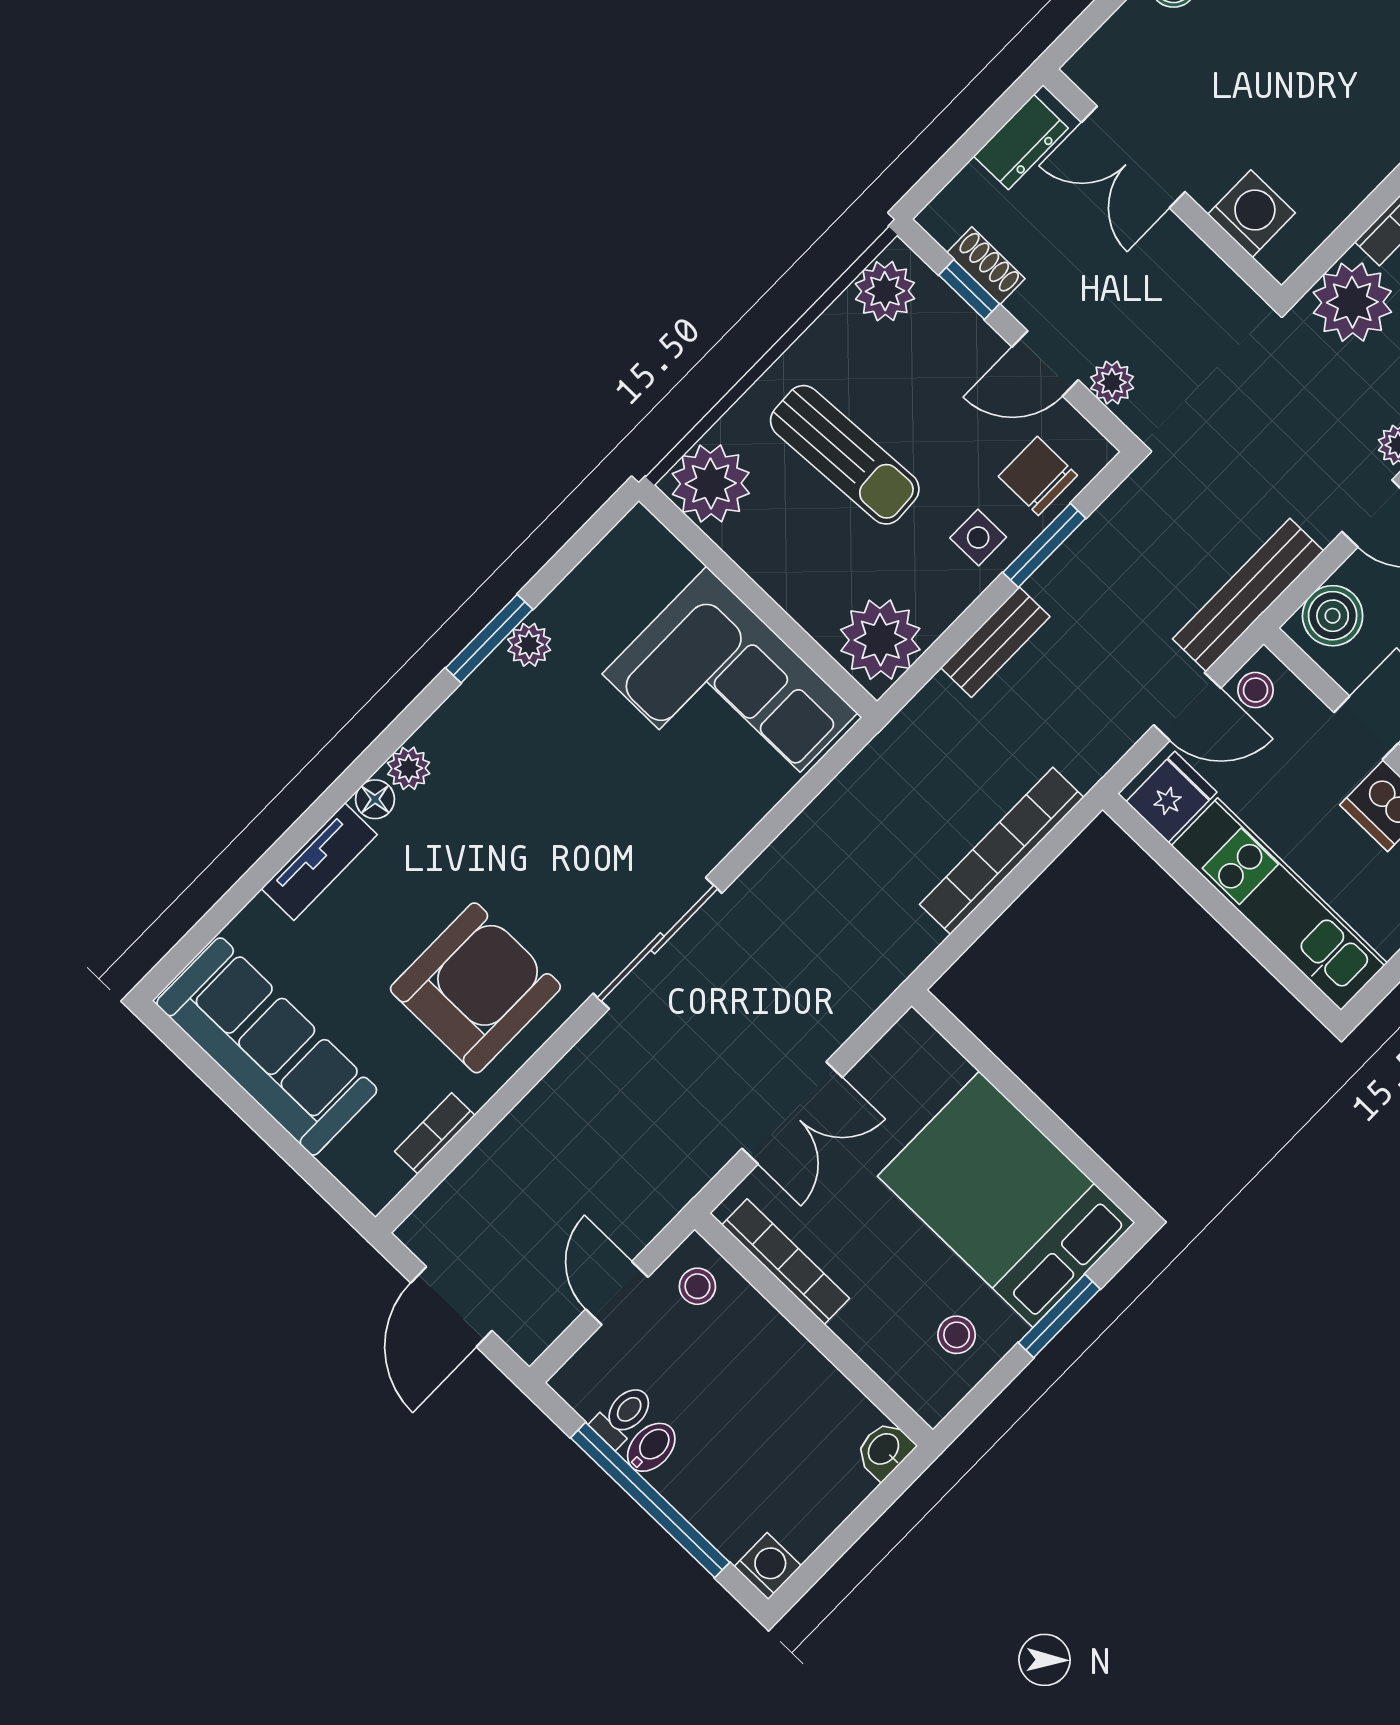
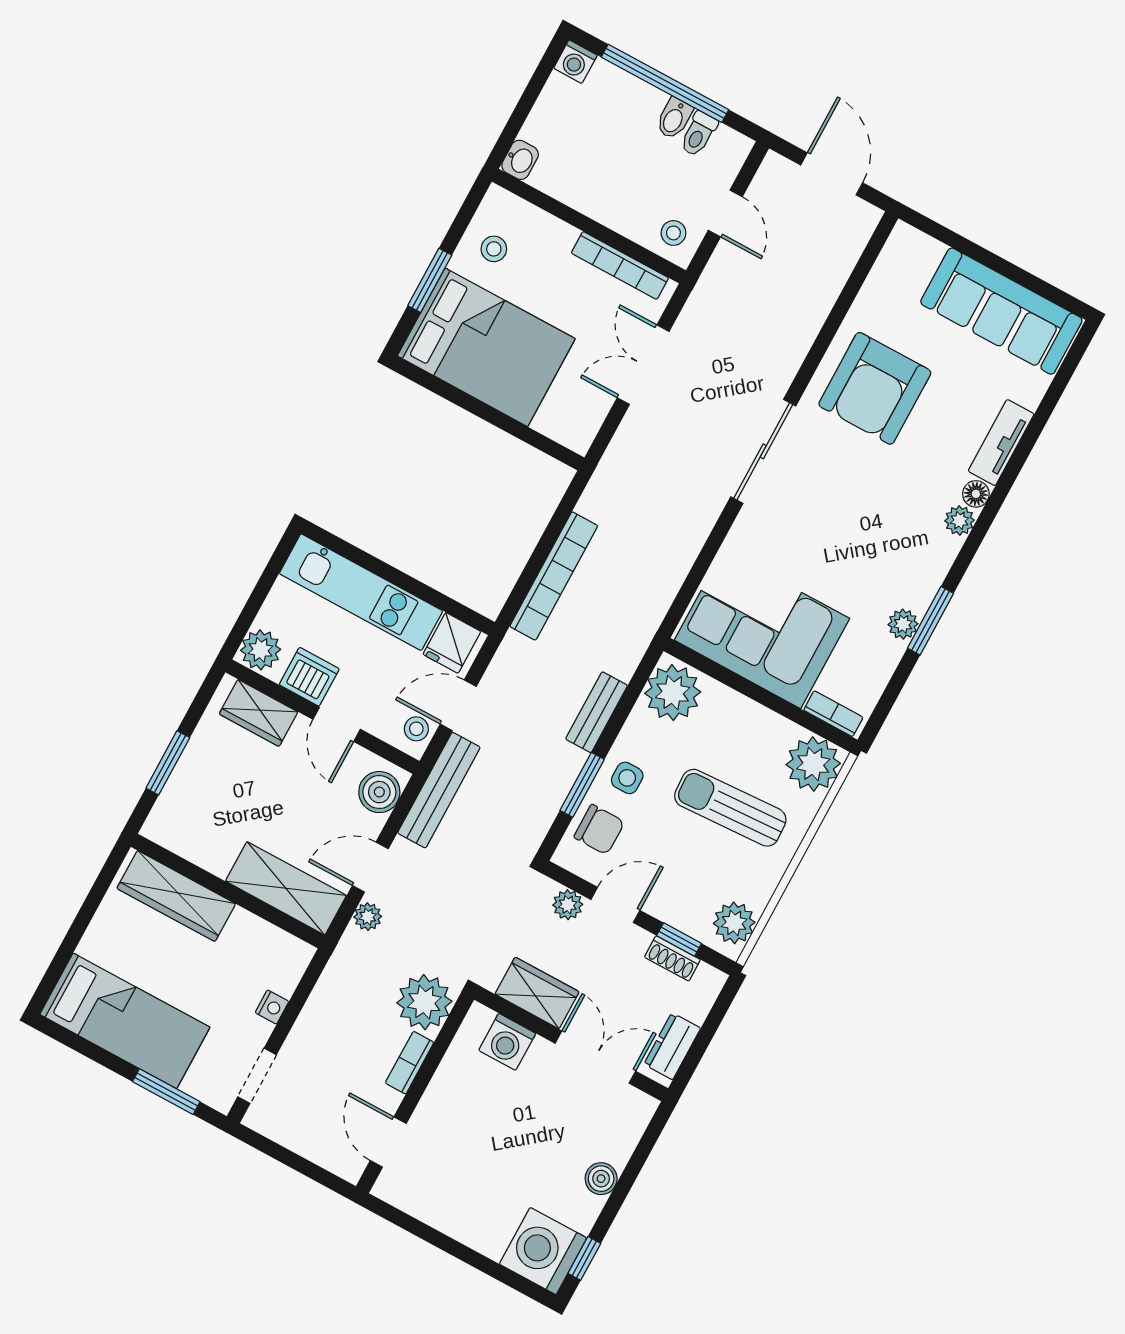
wardrobe: (1190, 271) -> (537, 993), added
bookcase: (435, 1133) -> (833, 714), moved, turned -90

